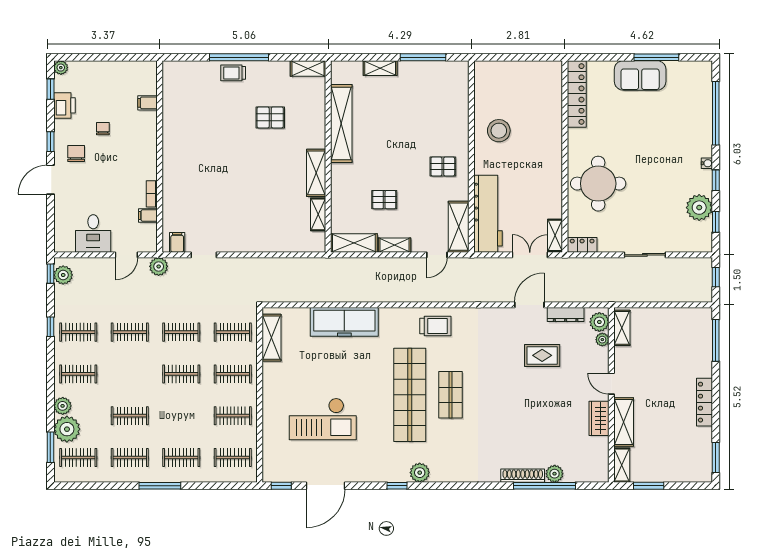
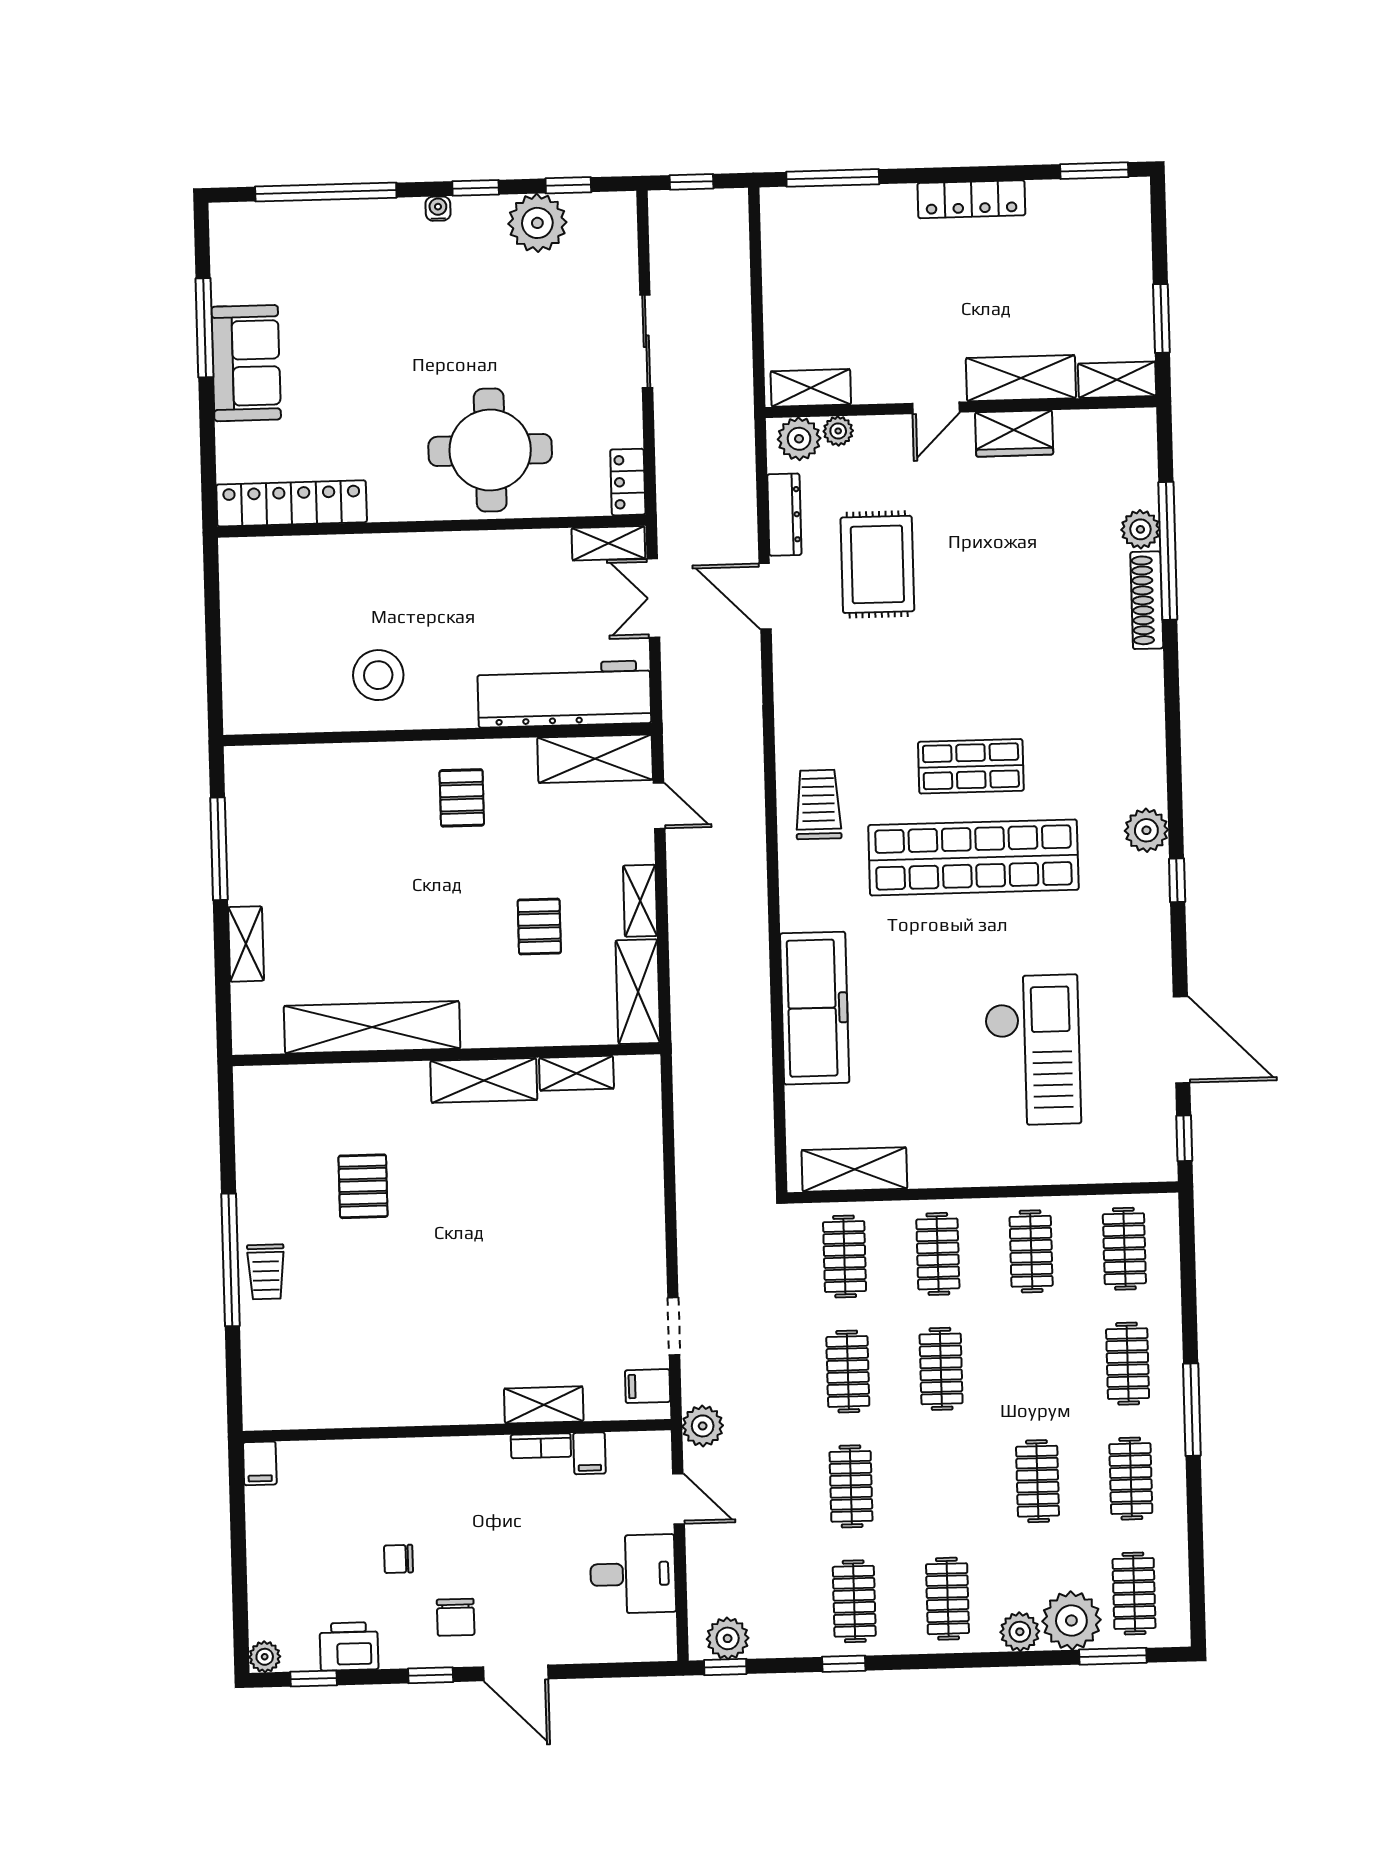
shelving: (308, 68) -> (544, 1405), moved, turned 90
filing cabinet: (147, 103) -> (260, 1463), moved
chair: (76, 154) -> (456, 1617), turned -90
rug: (542, 355) -> (877, 564), width x1.36, depth x1.43

